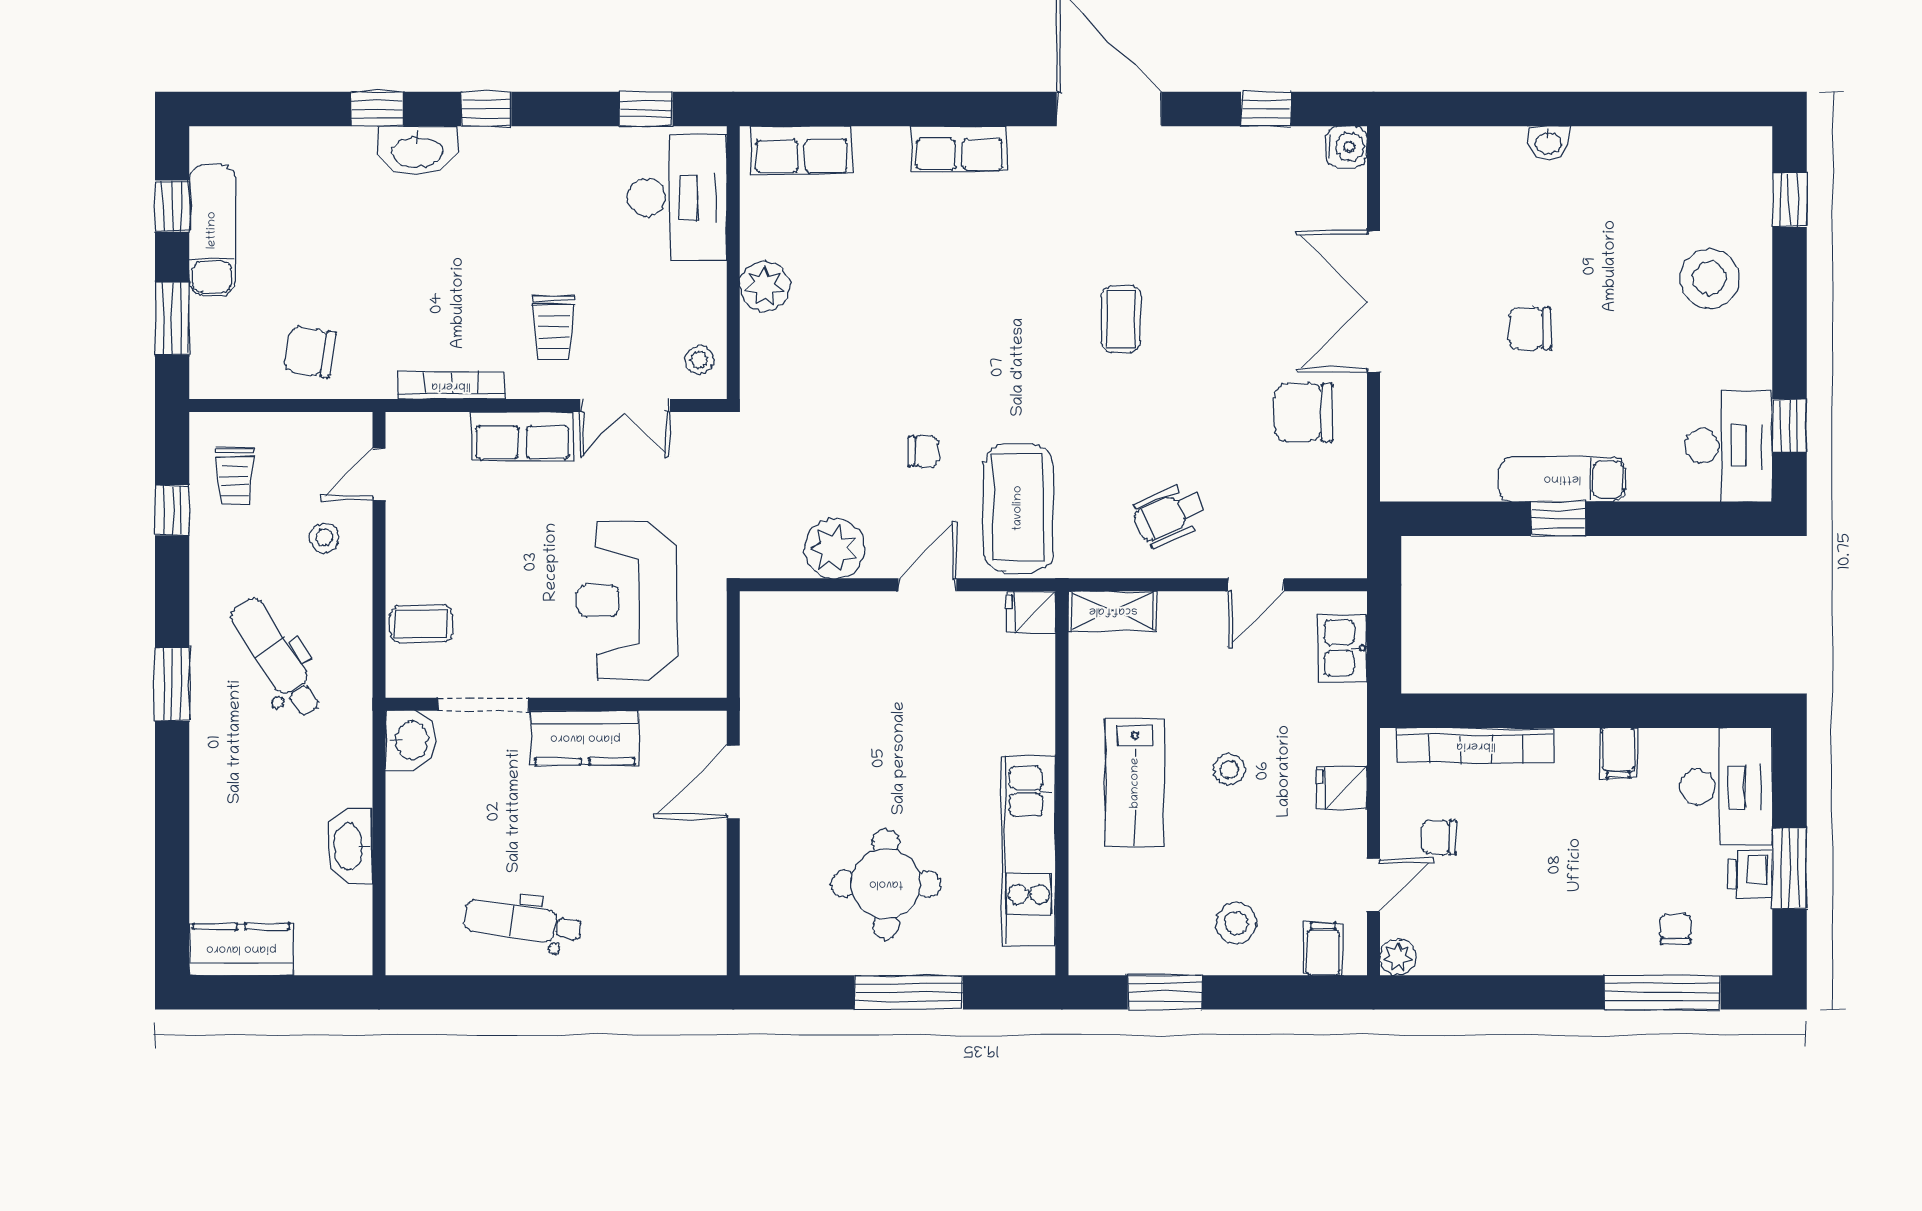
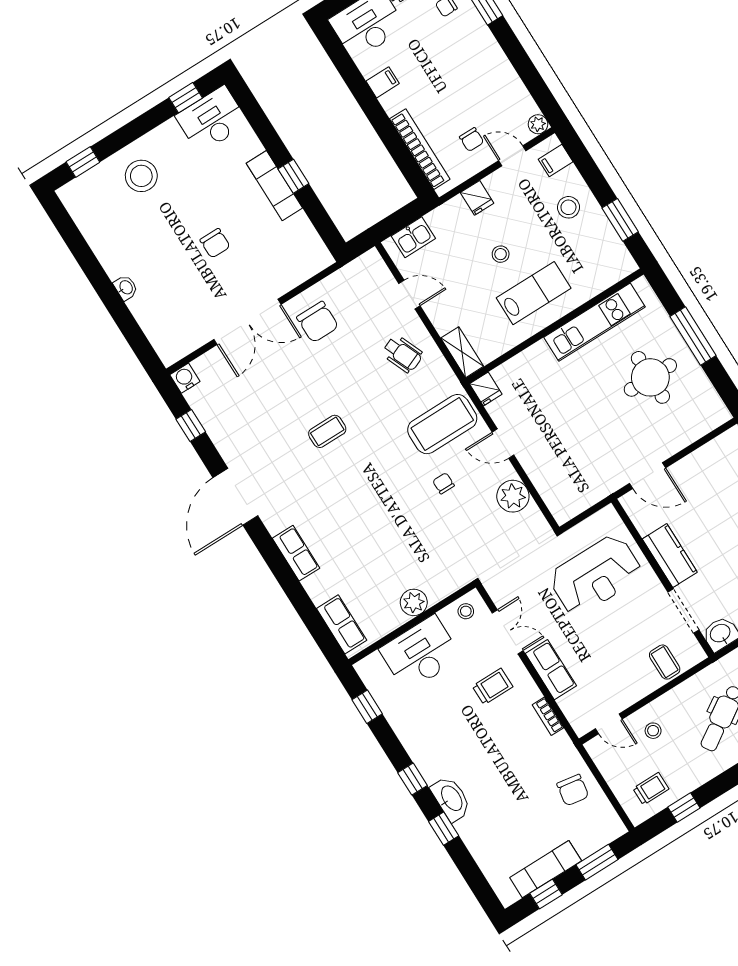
desk: (677, 197) -> (420, 653), moved
bookcase: (451, 386) -> (548, 716), width x0.64

